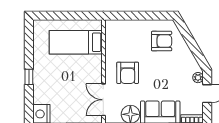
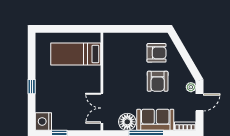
armchair: (128, 73) -> (158, 81), moved

